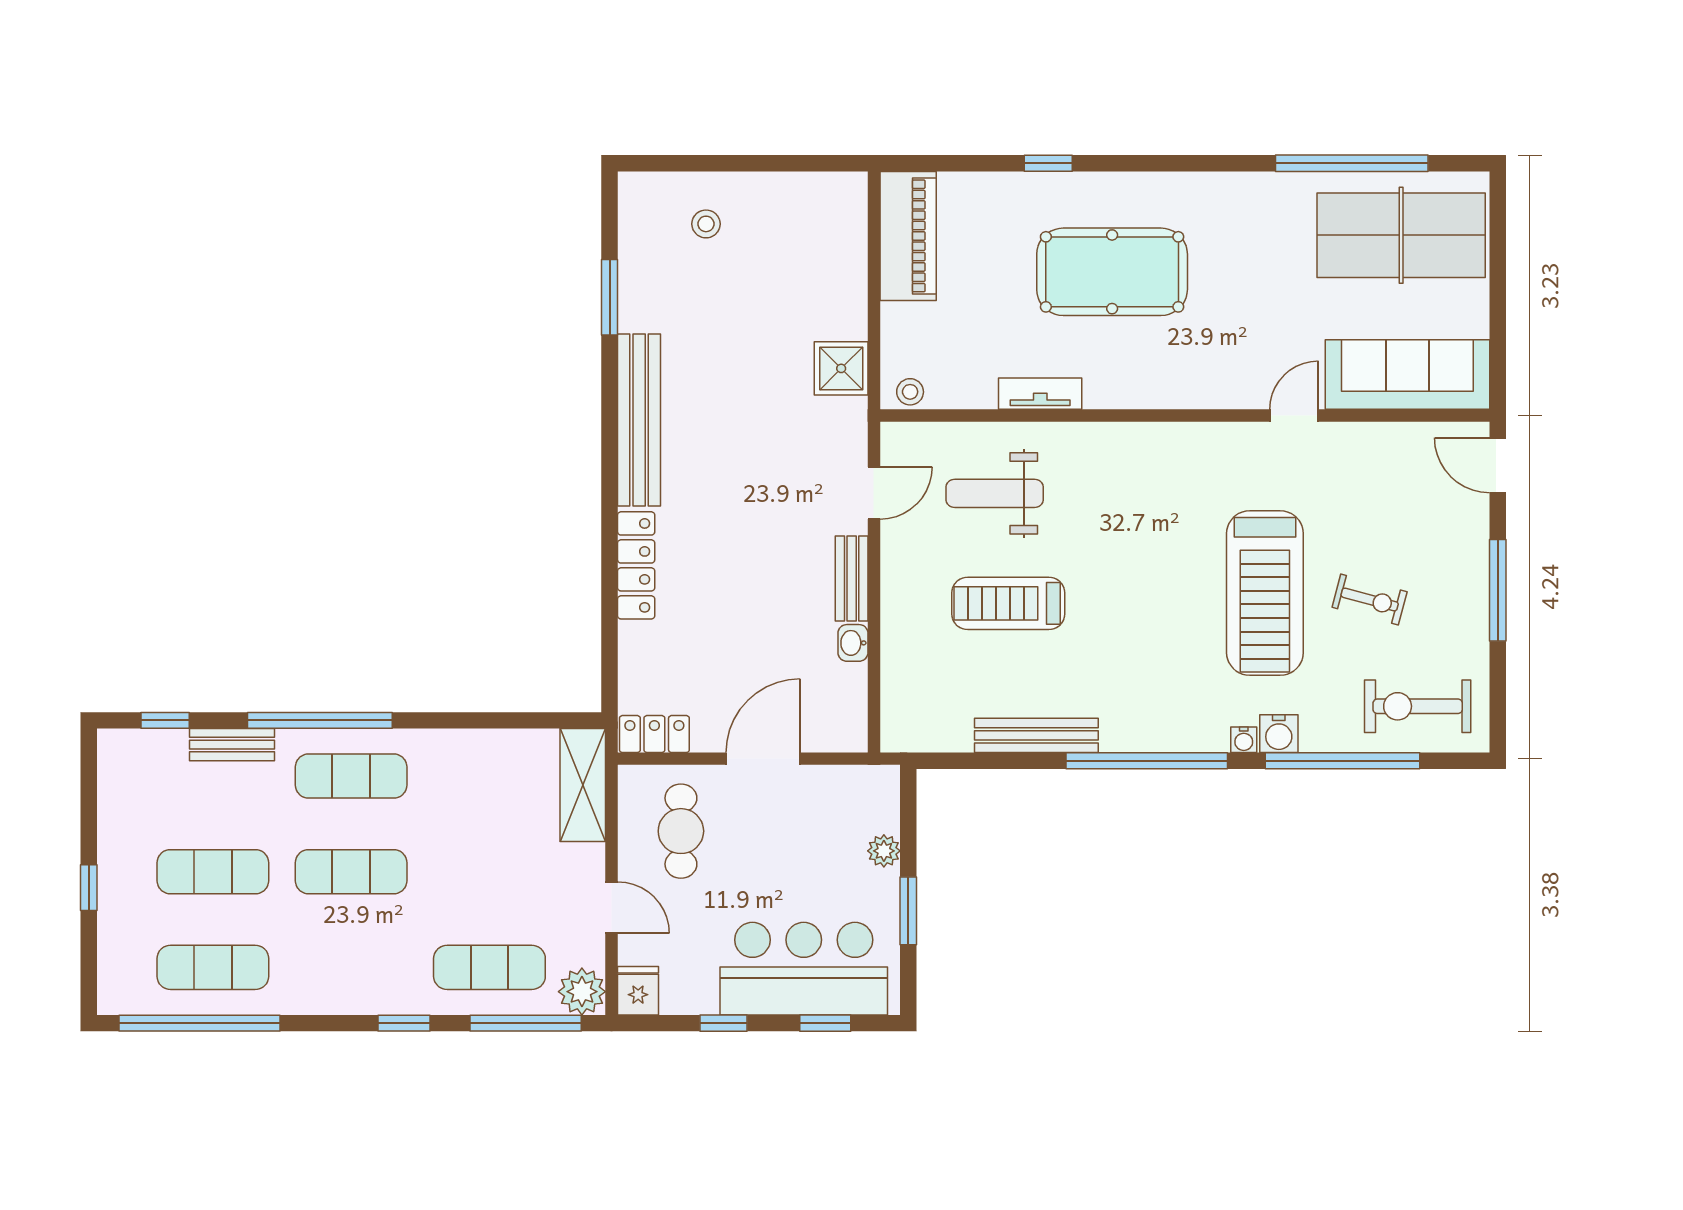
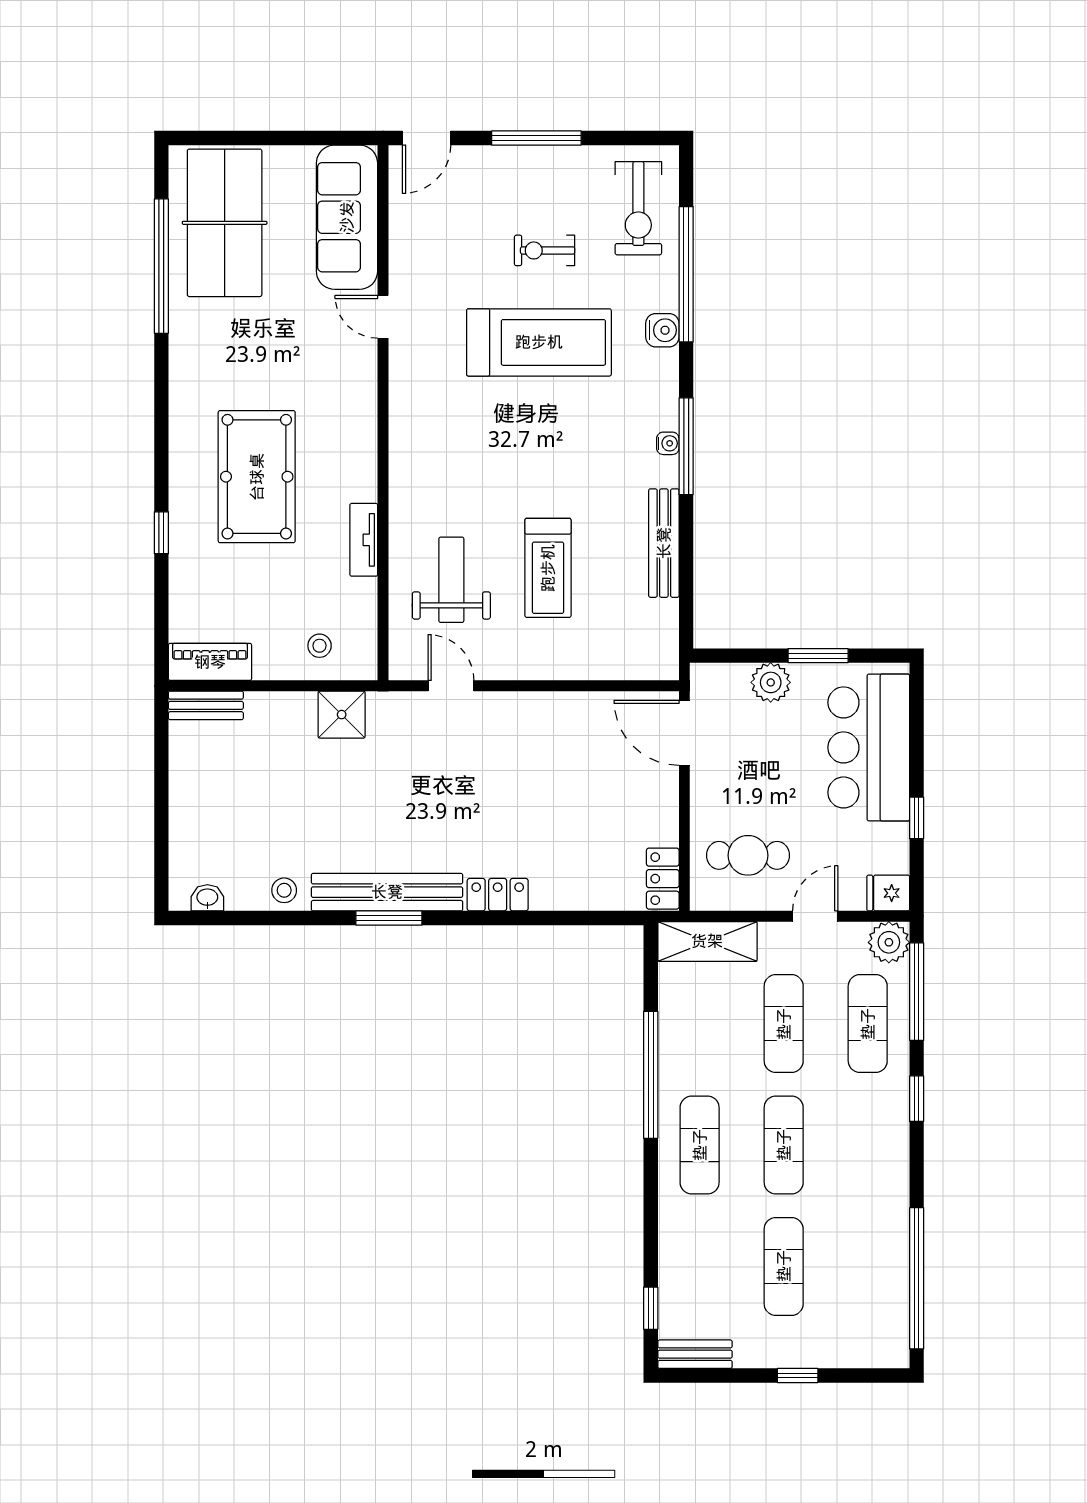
stool: (706, 224) -> (284, 890), moved
piano: (908, 236) -> (210, 662), width x0.73, depth x0.75
window: (610, 297) -> (389, 918), moved
stool: (910, 392) -> (320, 646), moved
weight bench: (995, 493) -> (451, 580), turned 180
locker: (636, 565) -> (498, 895), width x0.66
bench: (852, 579) -> (206, 705), moved
exercise bike: (1370, 600) -> (545, 250), turned -105
washbasin: (853, 643) -> (207, 898), moved, turned 180
window: (320, 720) -> (651, 1075), moved
water cooler: (1244, 740) -> (668, 443), moved
bench: (232, 745) -> (695, 1354), moved, turned 90
door: (763, 759) -> (684, 733), moved
window: (1147, 761) -> (686, 446), width x0.68
plant: (884, 851) -> (771, 682), width x1.38, depth x1.38
exercise mat: (213, 967) -> (784, 1024), moved
window: (825, 1023) -> (917, 728), removed

